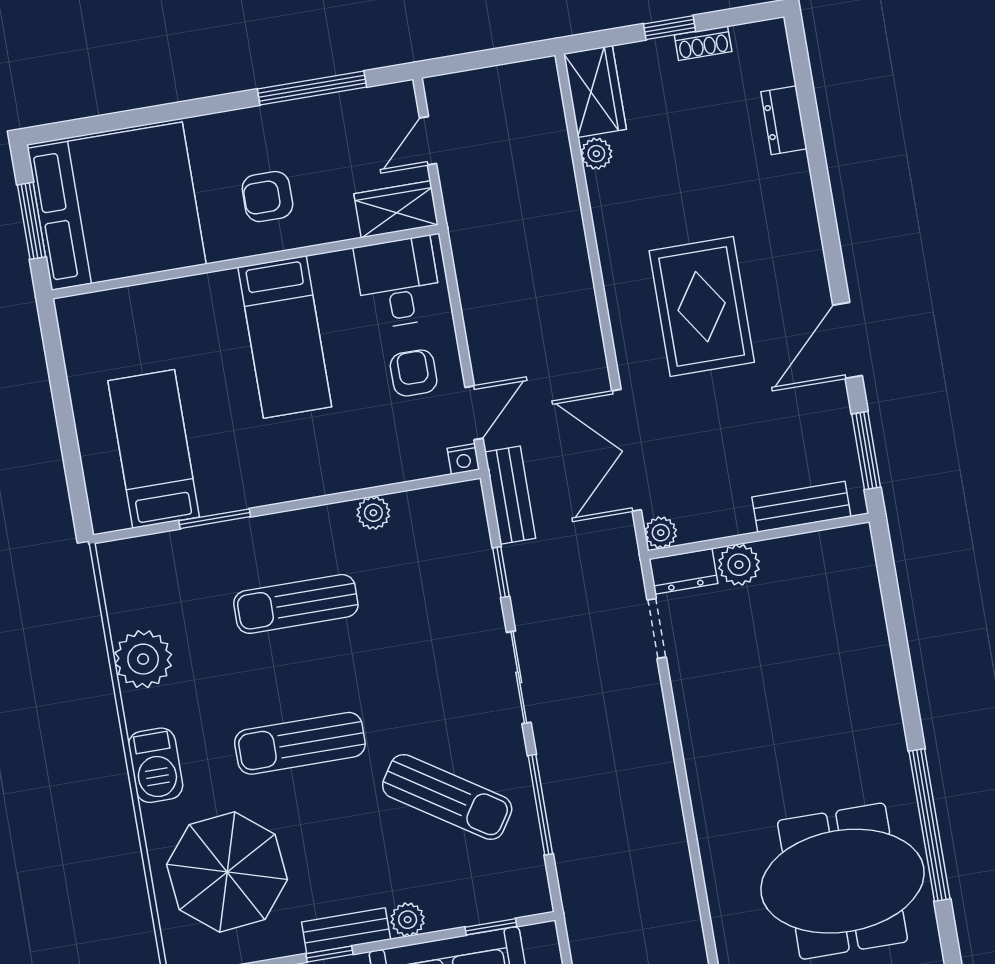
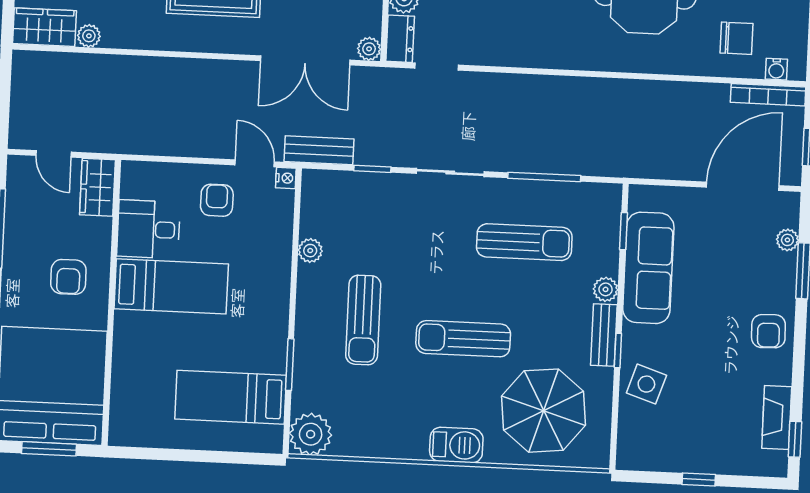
desk: (398, 283) -> (148, 229), moved
armchair: (414, 373) -> (217, 200), turned 90
plant: (143, 659) -> (311, 434), moved
sun lounger: (300, 743) -> (463, 339), turned 90
sun lounger: (447, 797) -> (524, 242), turned 57

